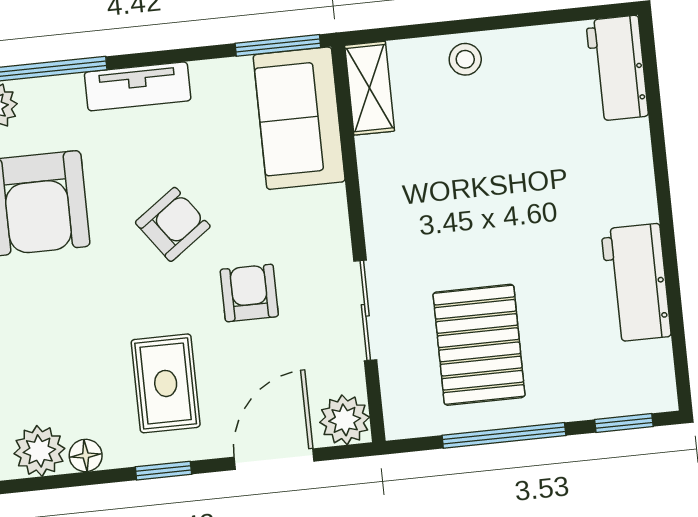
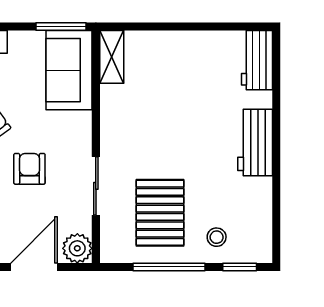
stool: (465, 59) -> (217, 237), moved
workbench: (636, 283) -> (255, 143), moved

